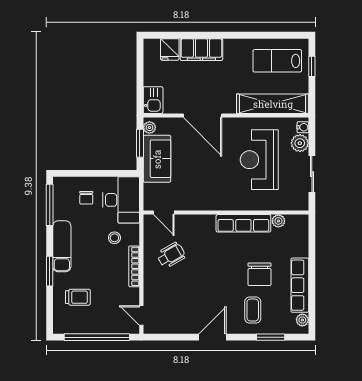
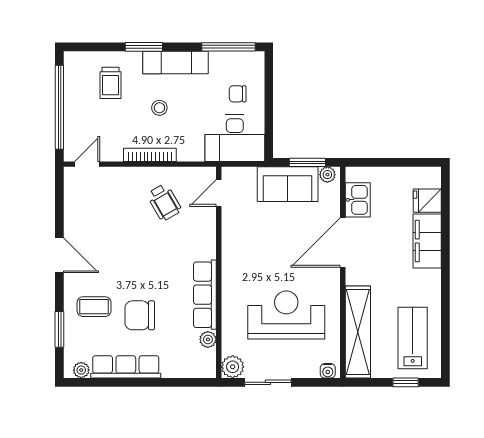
kitchen sink: (153, 100) -> (358, 200), moved, turned -90
plant: (300, 143) -> (233, 367), moved
stool: (114, 238) -> (159, 108), moved

